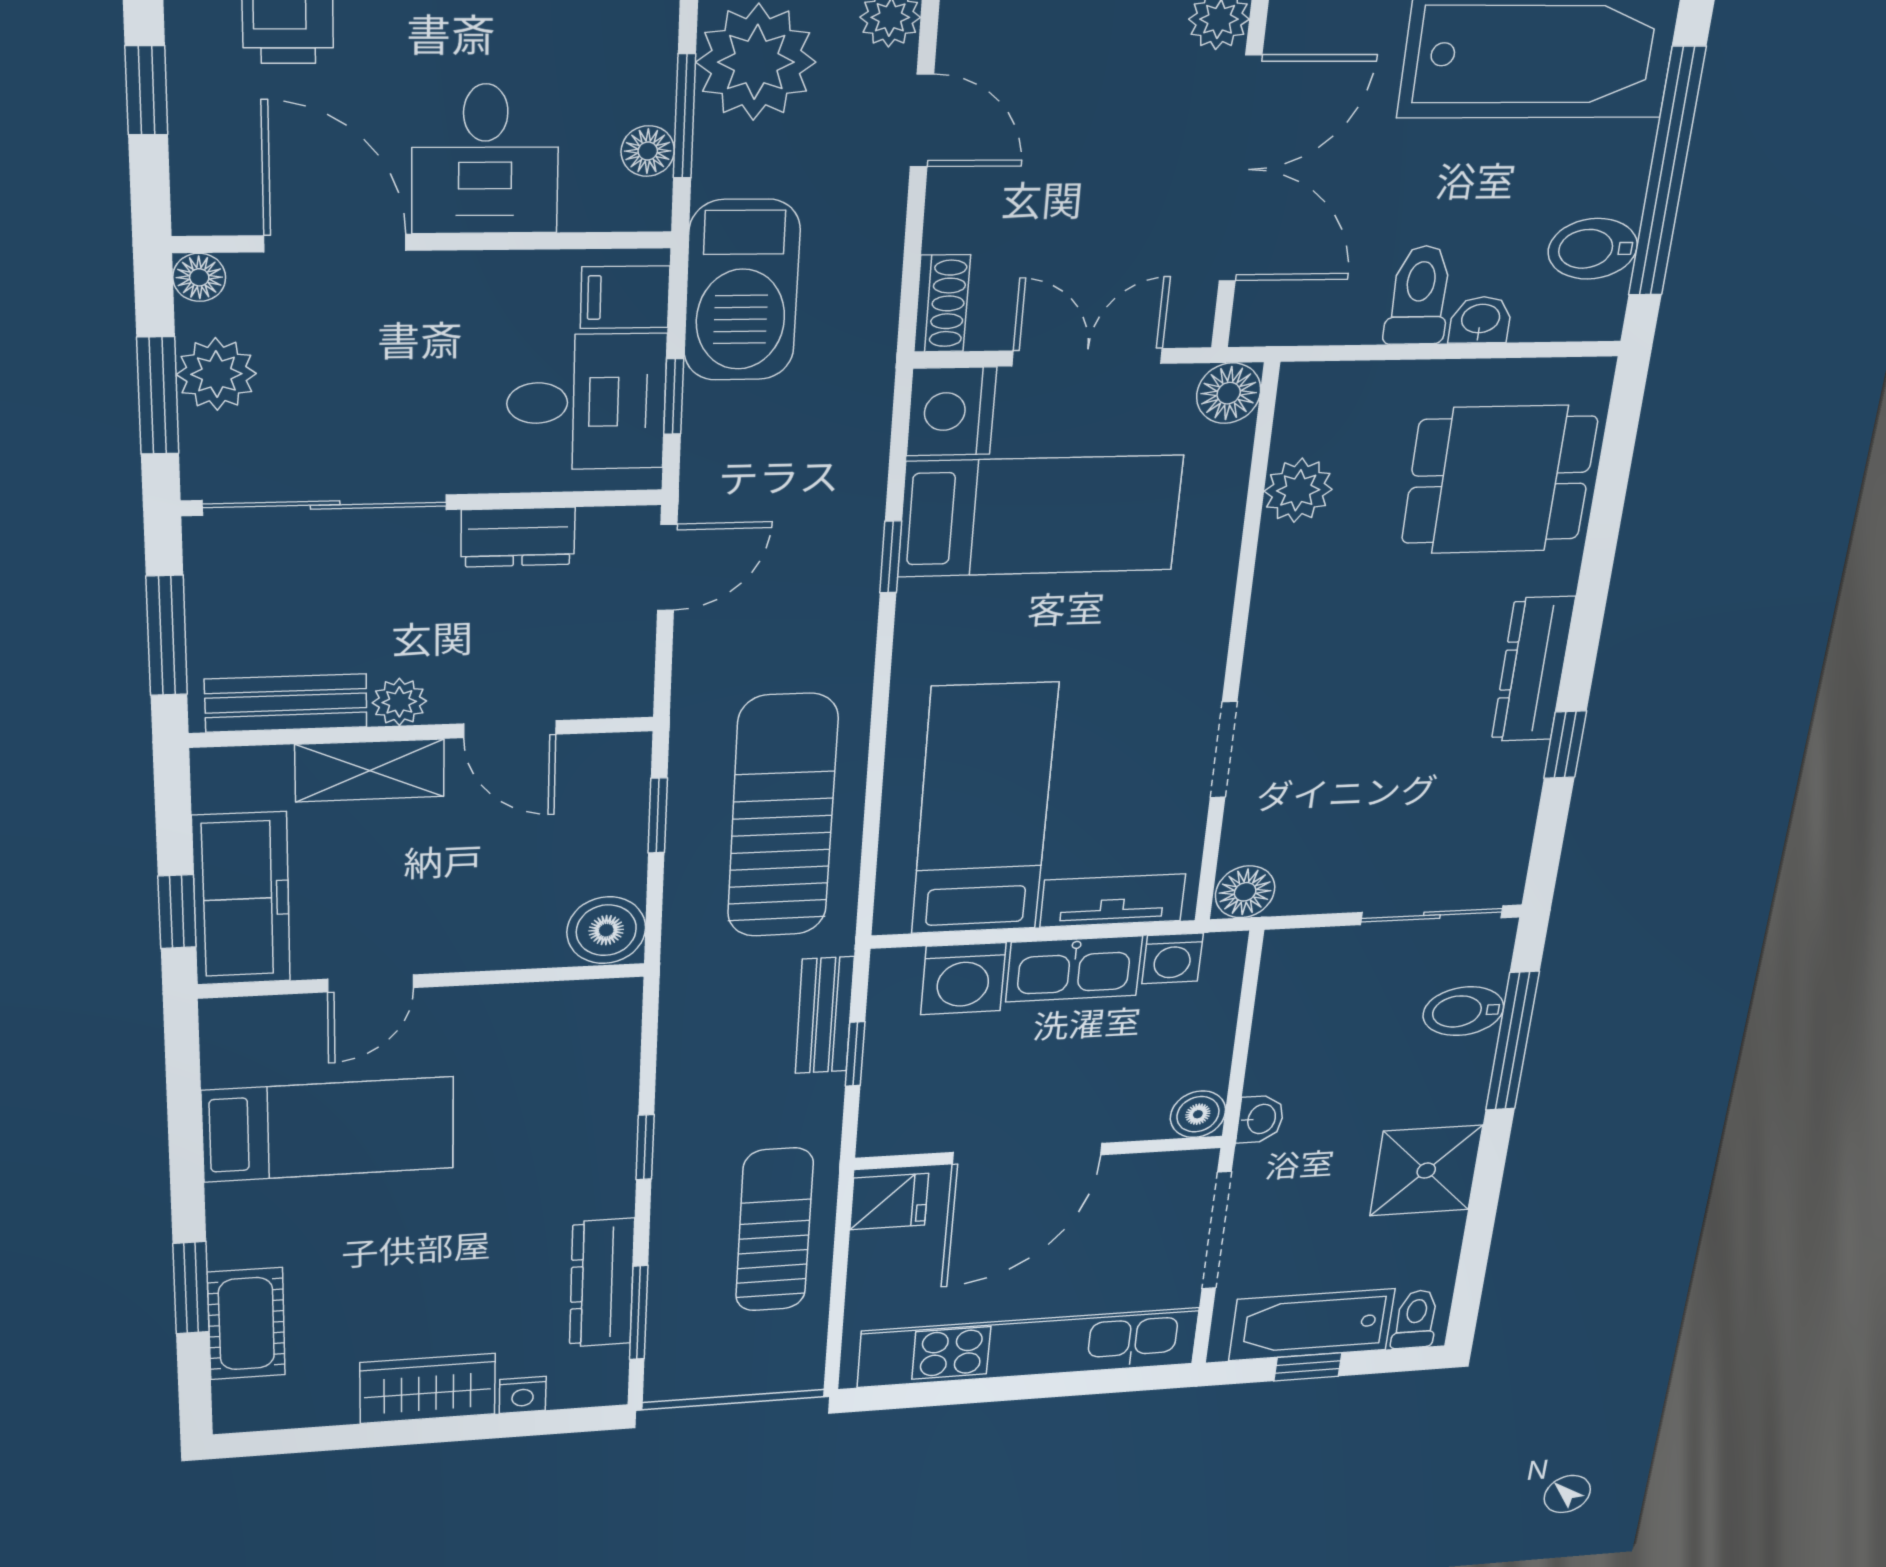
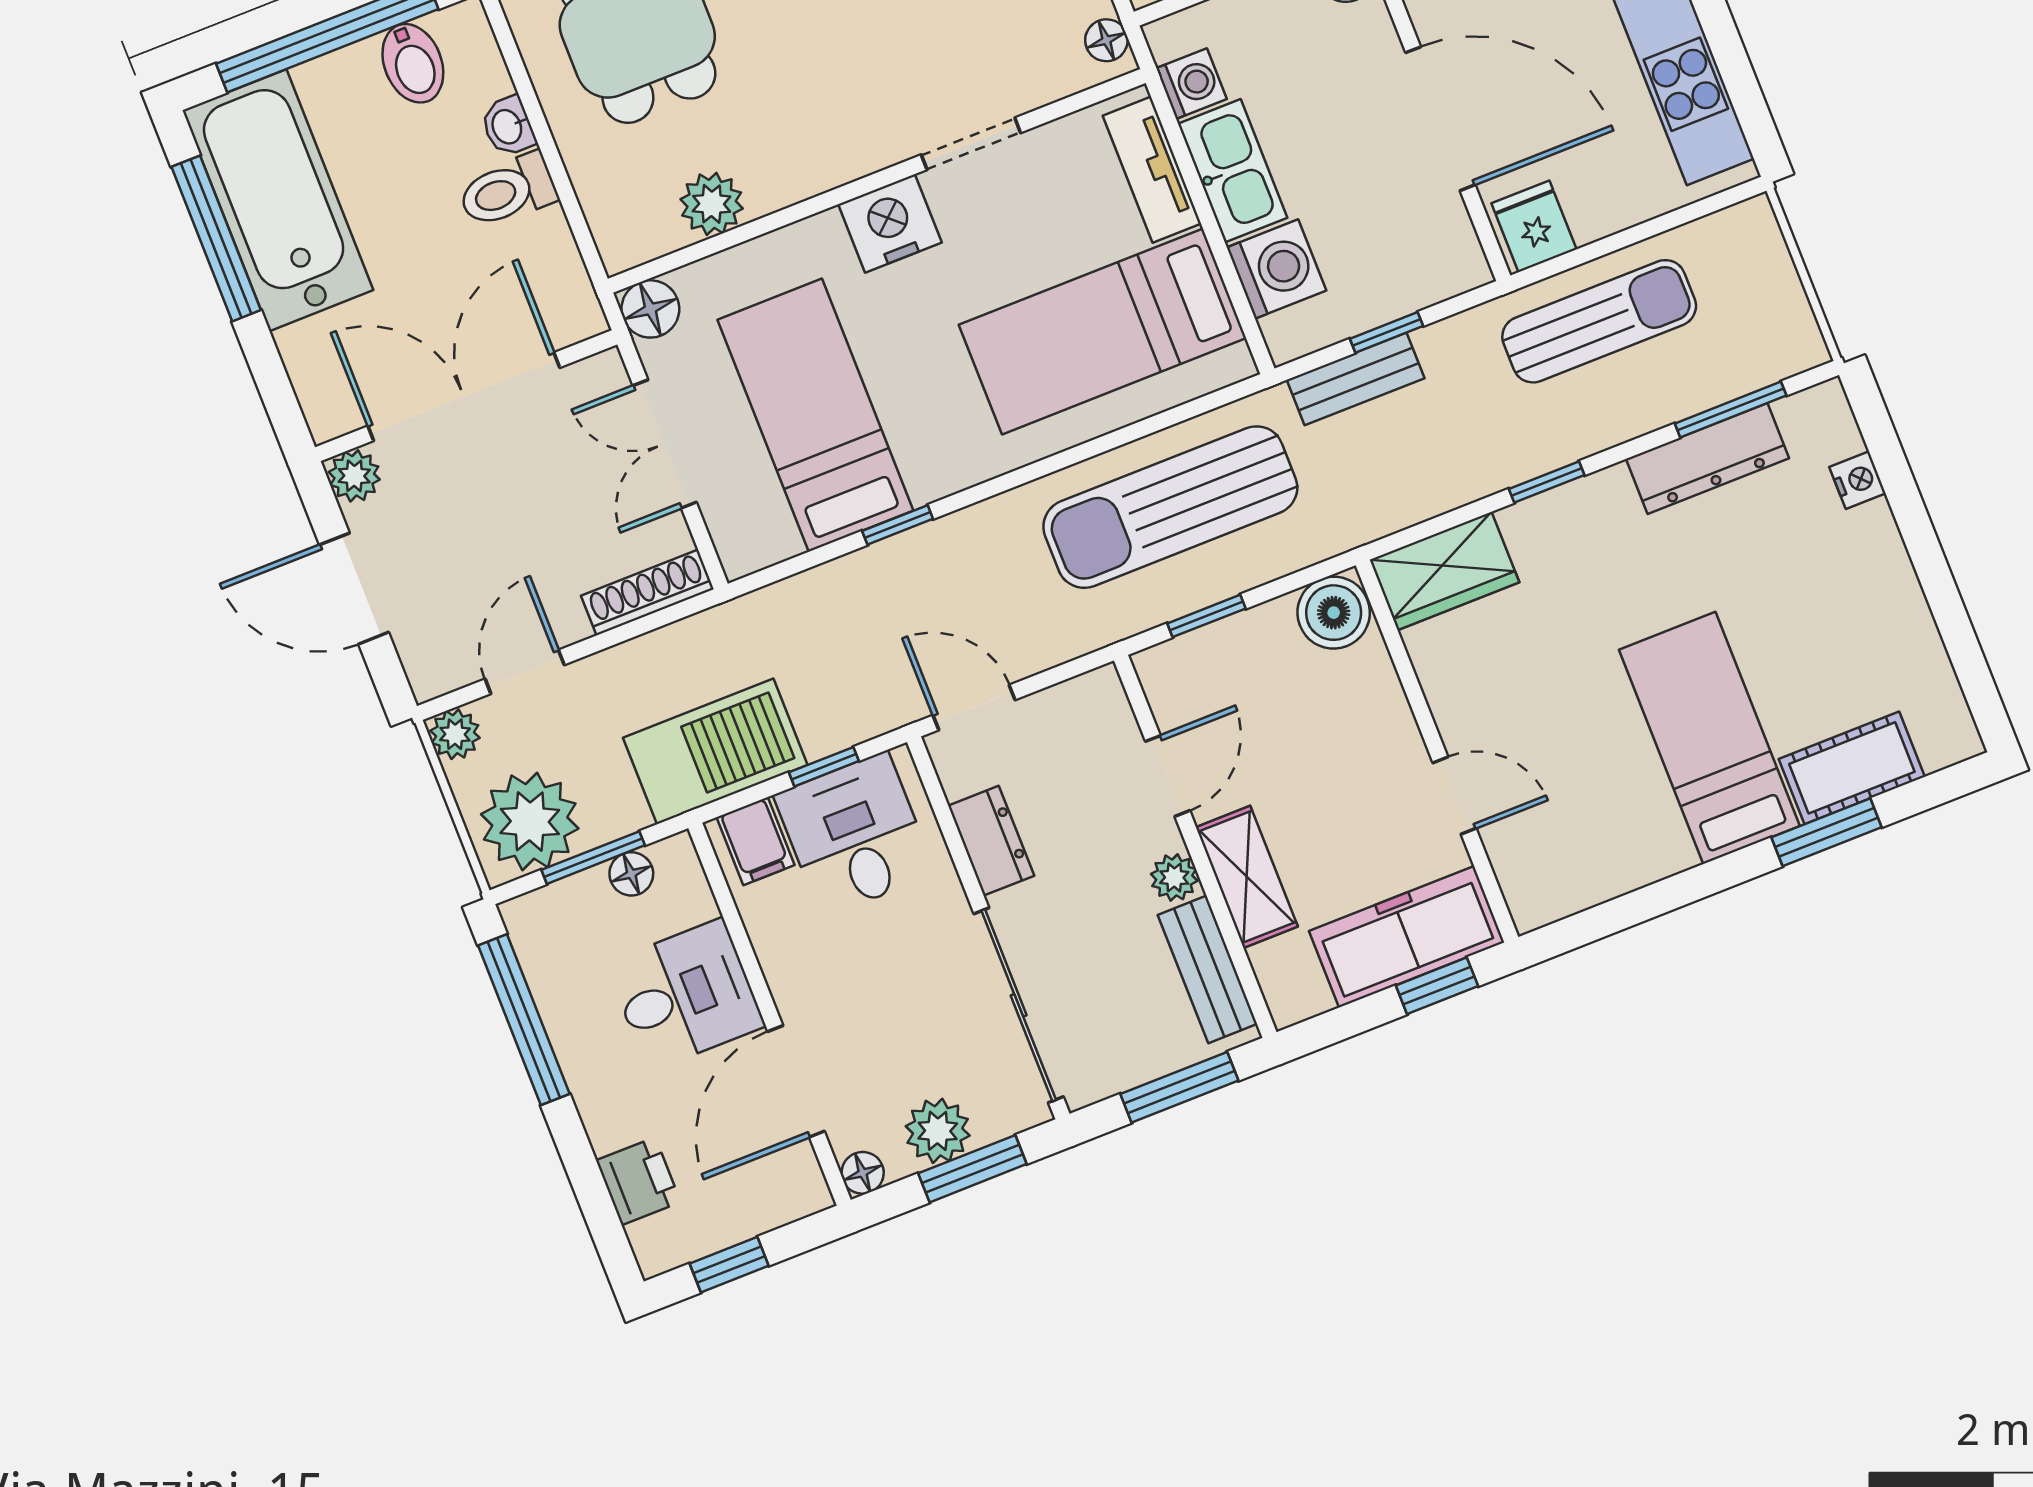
shoe rack: (942, 303) -> (647, 592), width x1.43
nightstand: (951, 411) -> (890, 223), moved, turned 180
floor lamp: (1245, 892) -> (1106, 40), width x0.73, depth x0.73
bed: (329, 1129) -> (1709, 738), moved
sun lounger: (774, 1230) -> (1599, 321), turned 180
wardrobe: (428, 1388) -> (1444, 571), moved, turned -90

